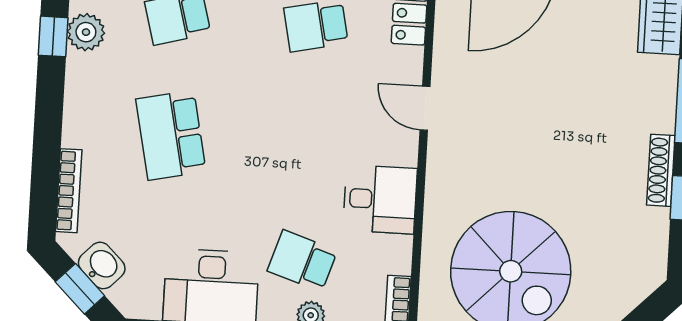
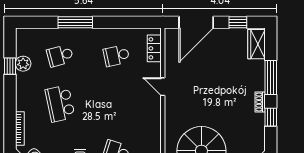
shoe rack: (661, 170) -> (260, 102), width x0.70
desk: (380, 199) -> (147, 125), removed

